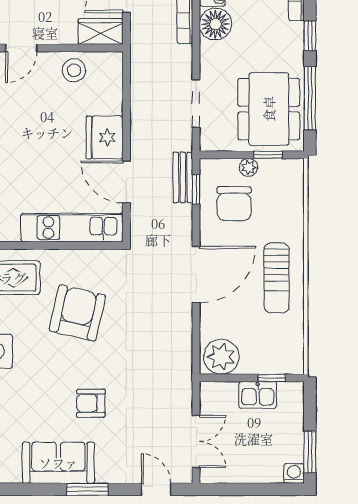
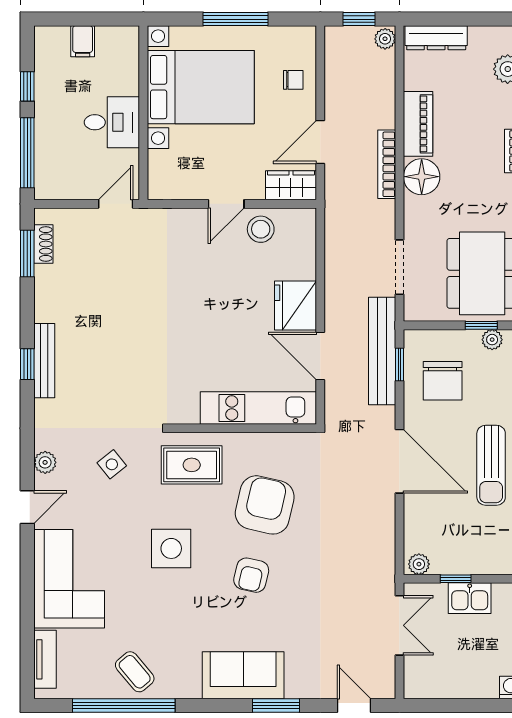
door: (21, 48) -> (226, 204), moved
plant: (249, 167) -> (492, 340), moved
bench: (183, 177) -> (382, 351), width x1.86, depth x1.21
door: (196, 274) -> (399, 461), hinge flipped
plant: (221, 357) -> (419, 564), width x0.53, depth x0.53
window: (272, 378) -> (456, 579), moved
armchair: (91, 403) -> (251, 575), moved, turned -77
double door: (196, 442) -> (399, 625), moved

